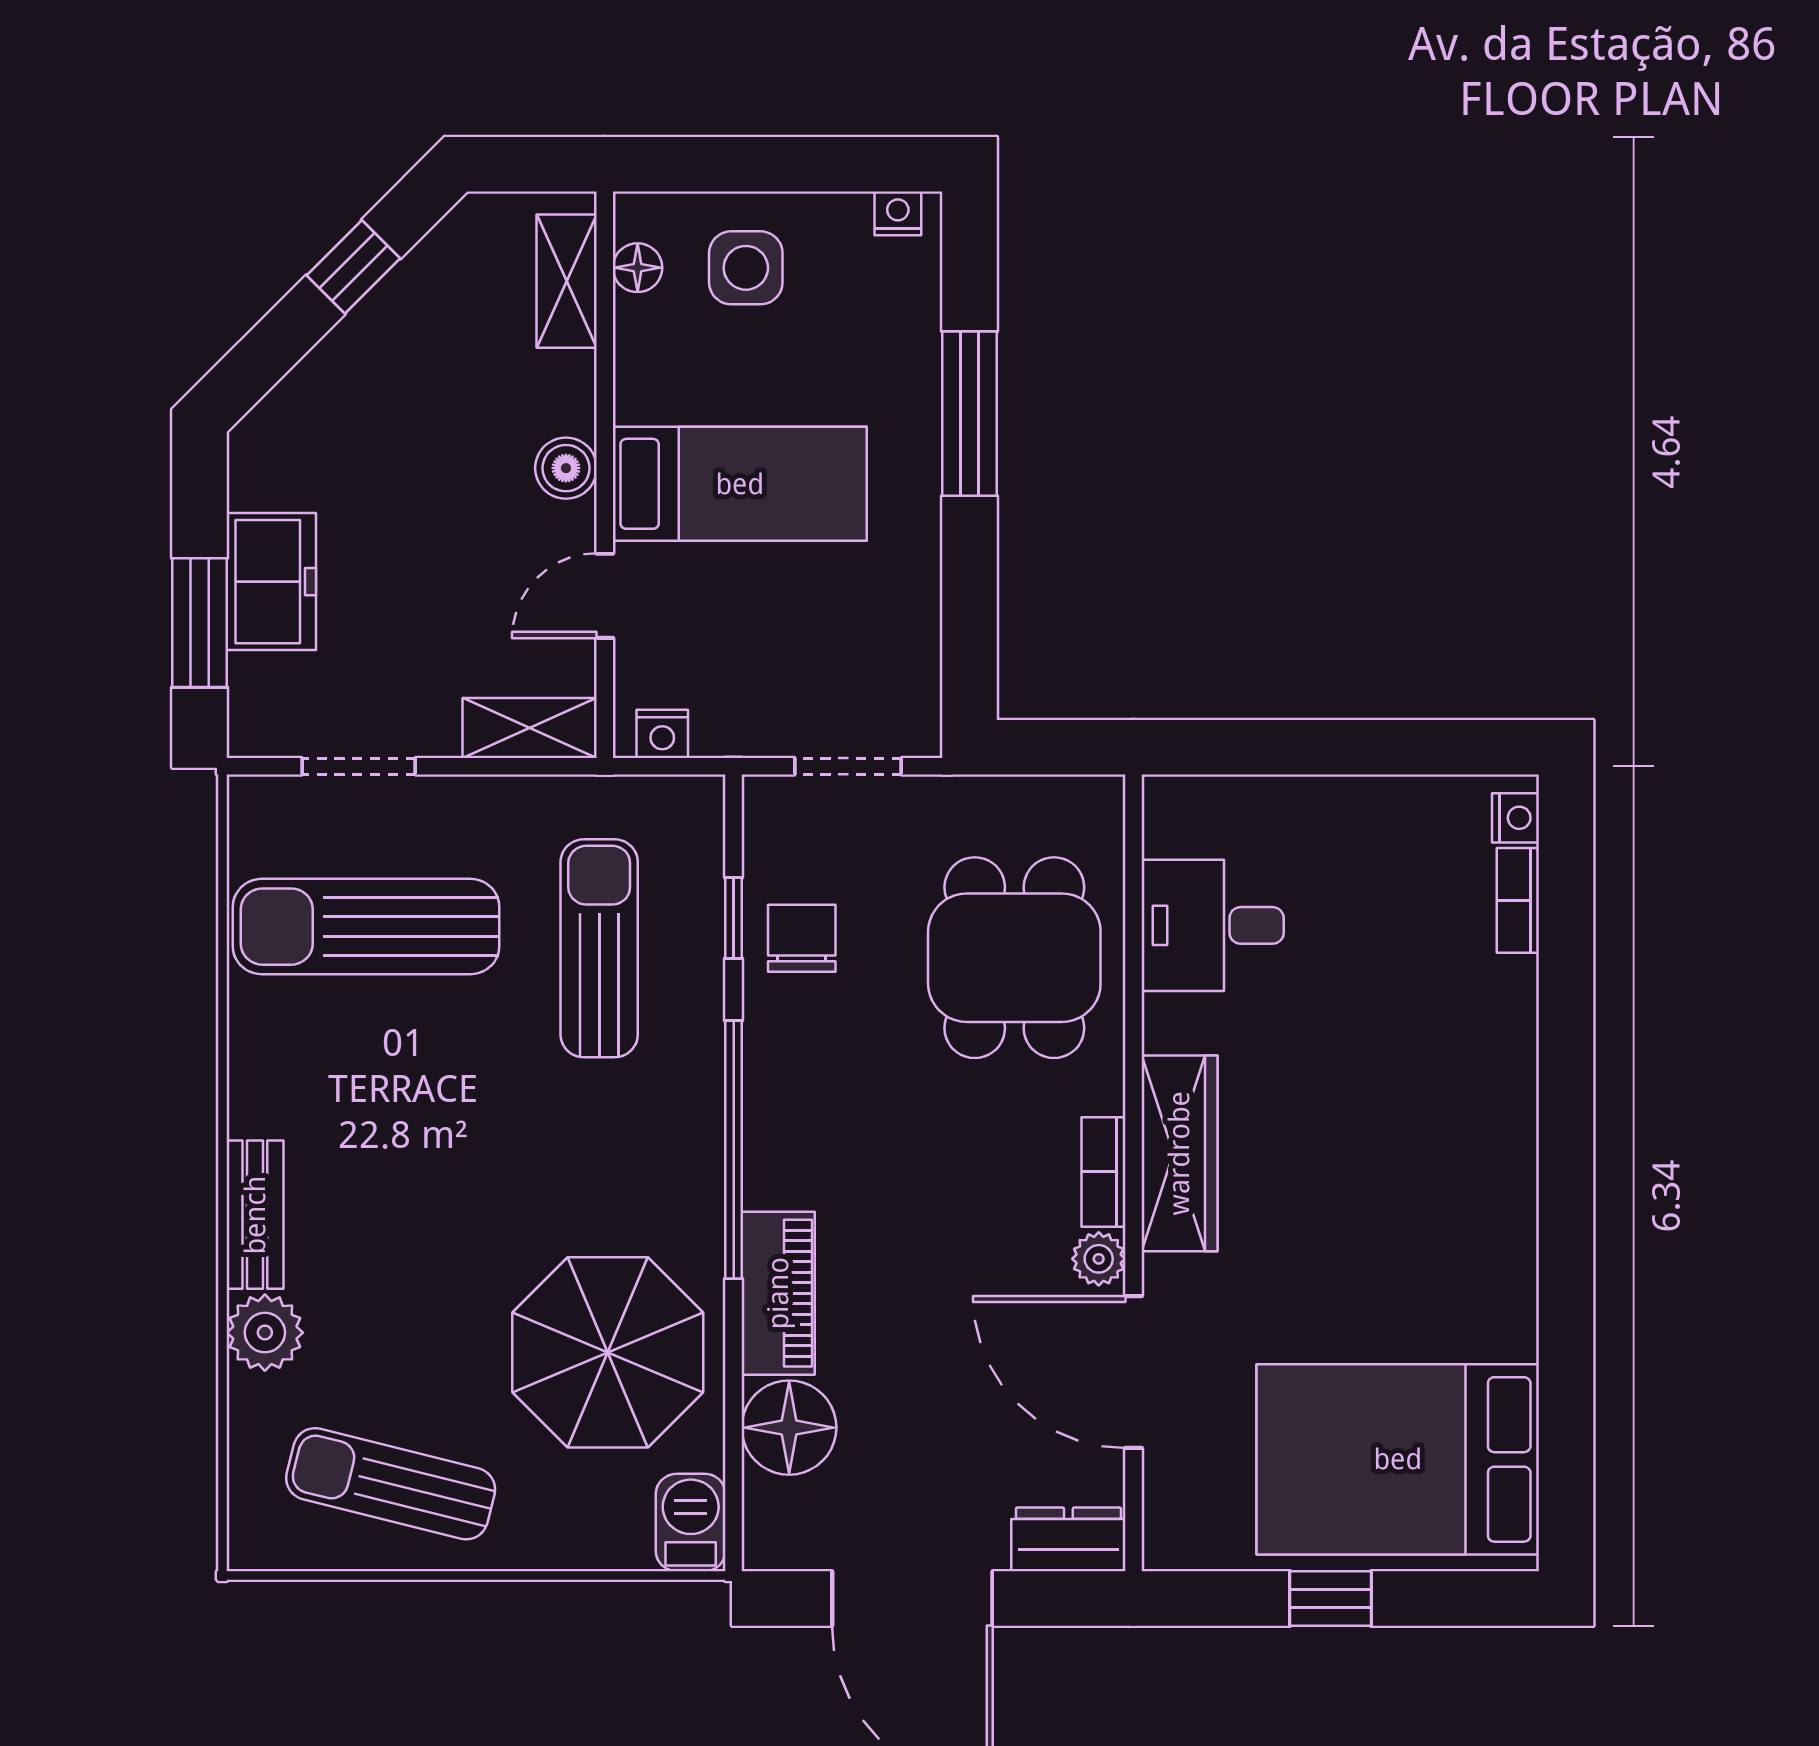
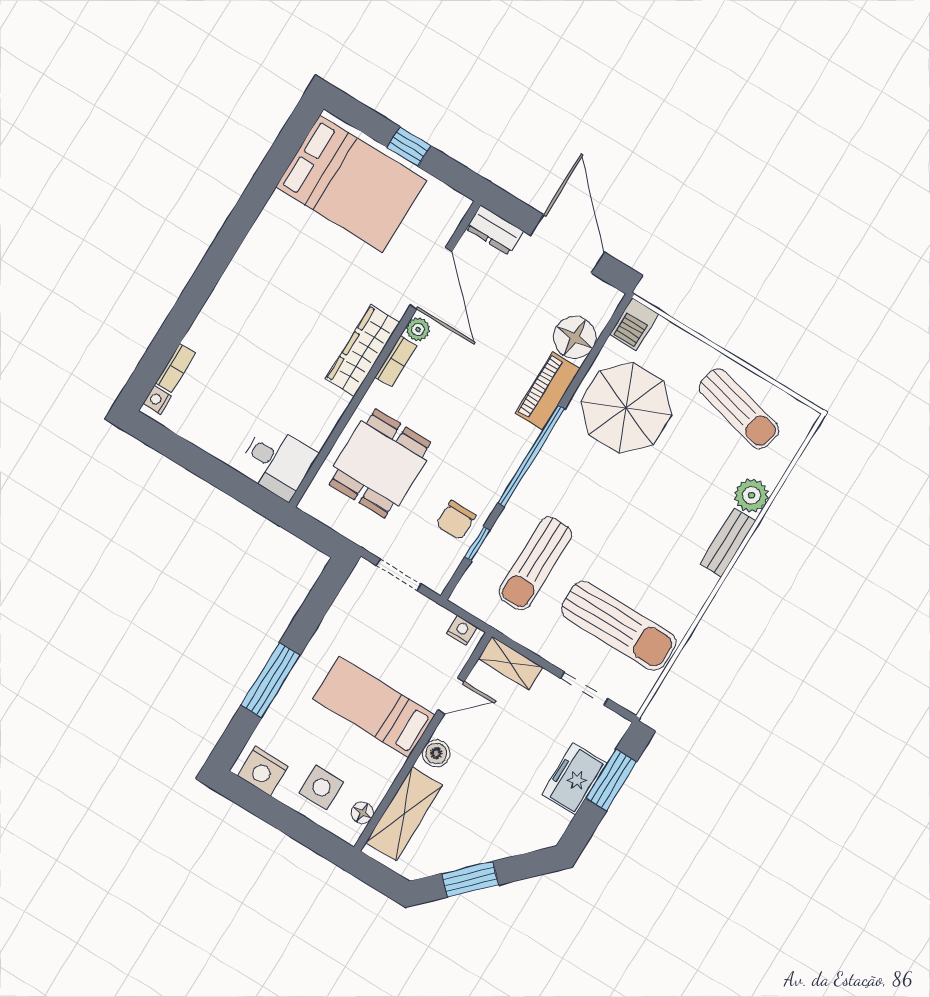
nightstand: (898, 213) -> (263, 771), width x1.89, depth x1.79
window: (353, 267) -> (470, 879), width x1.50
shelving: (567, 281) -> (404, 814), width x1.50, depth x1.33
desk: (1213, 925) -> (277, 462), moved

